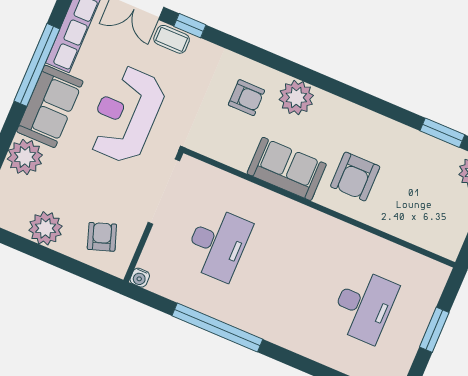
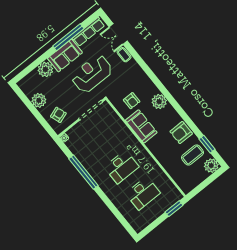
window: (190, 26) -> (134, 53), removed
armchair: (246, 98) -> (132, 101), moved
coffee table: (425, 171) -> (193, 155), added
armchair: (355, 176) -> (181, 133), moved
desk: (218, 244) -> (122, 167), moved
window: (434, 330) -> (174, 209), moved

